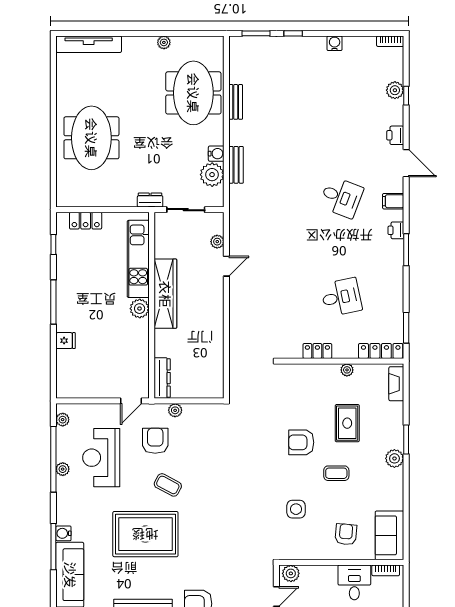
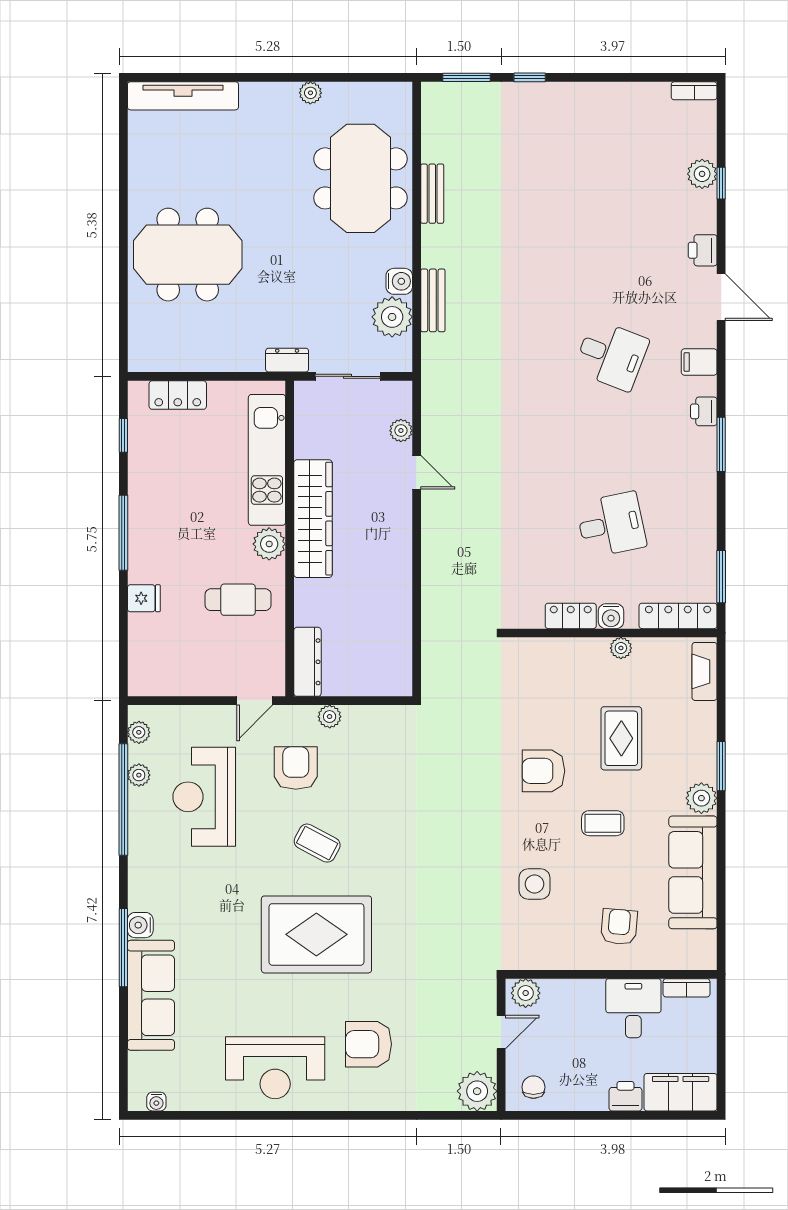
water cooler: (335, 43) -> (611, 616), moved, turned 180
meeting table: (91, 138) -> (188, 255), turned 90
door: (226, 266) -> (417, 472), hinge flipped
cafe table: (121, 341) -> (238, 600), added
plant: (63, 469) -> (139, 775), moved
rug: (145, 534) -> (316, 934), moved
sofa: (389, 535) -> (693, 872), moved, width x1.36

